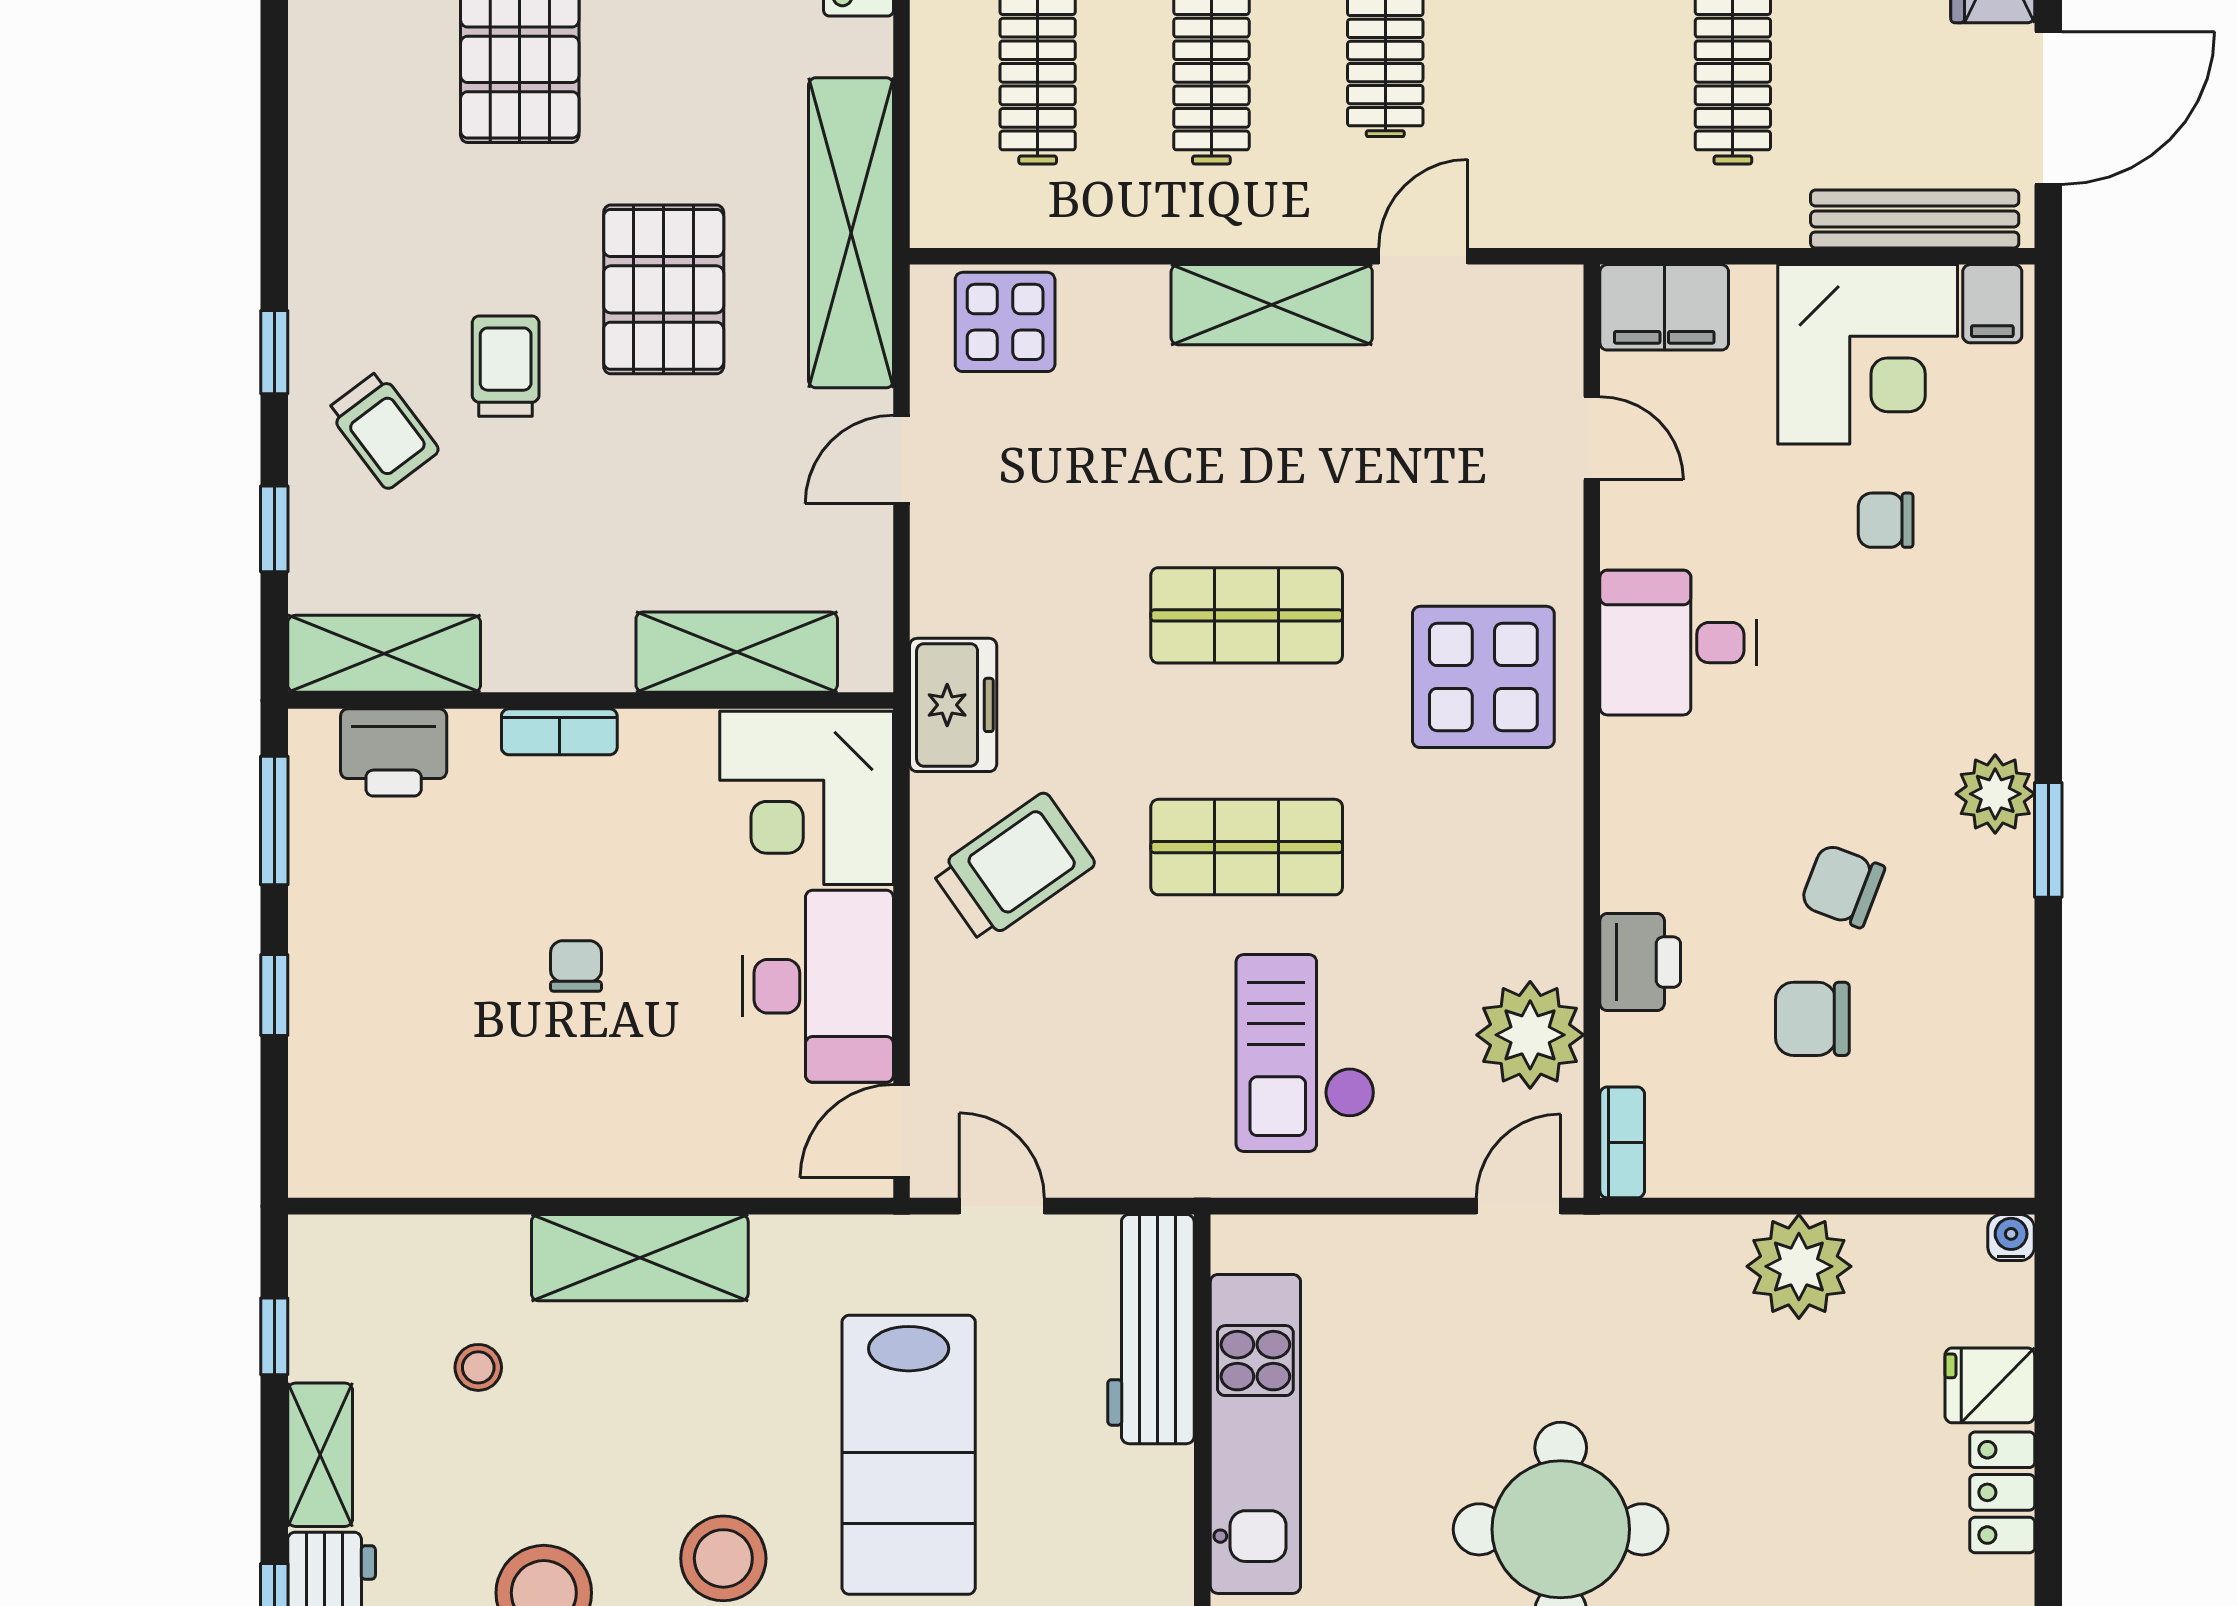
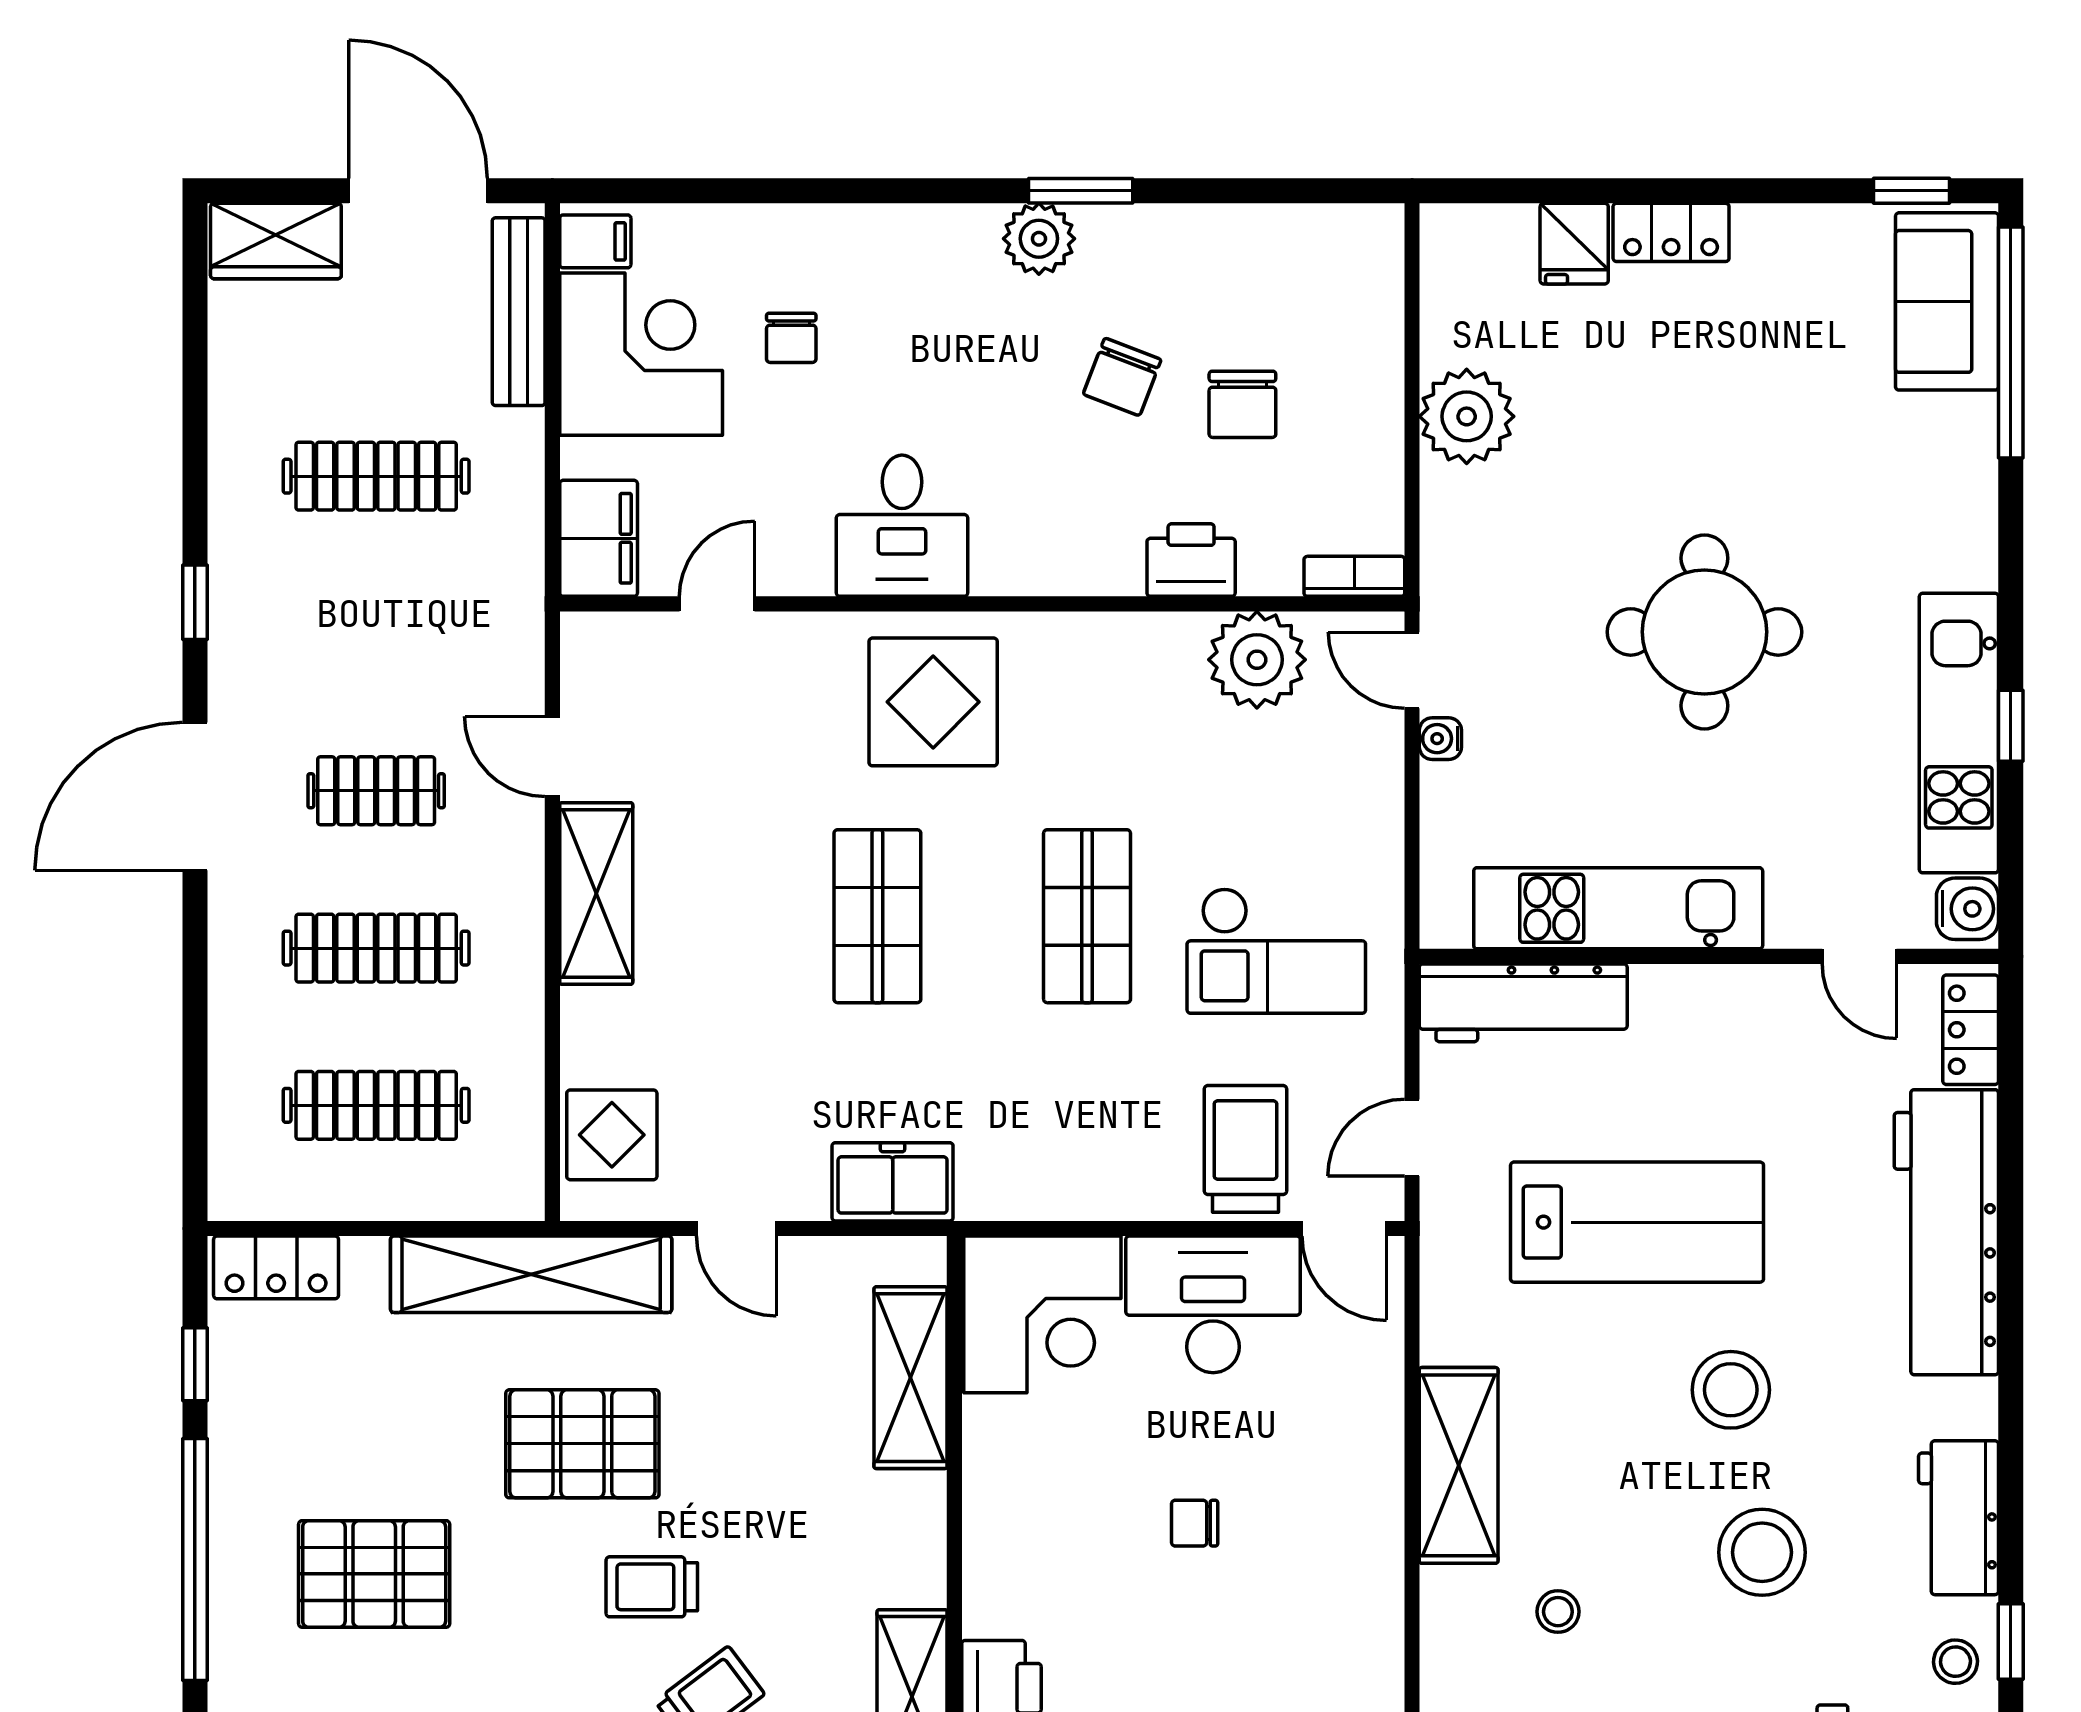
freezer: (953, 705) -> (893, 1182), moved
bookcase: (559, 732) -> (983, 1538), removed
trolley: (1014, 867) -> (1245, 1149), moved, turned 35
checkout: (1305, 1053) -> (1276, 951), moved
water cooler: (2011, 1238) -> (1440, 739), moved

